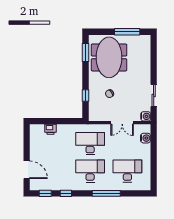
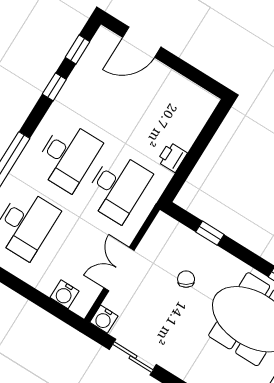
printer: (51, 129) -> (172, 157), moved

